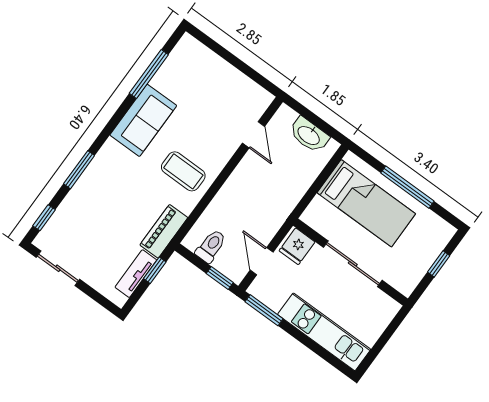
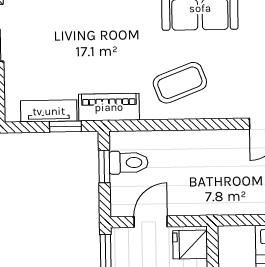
coffee table: (183, 171) -> (180, 83), turned 69
window: (220, 278) -> (104, 167), moved

